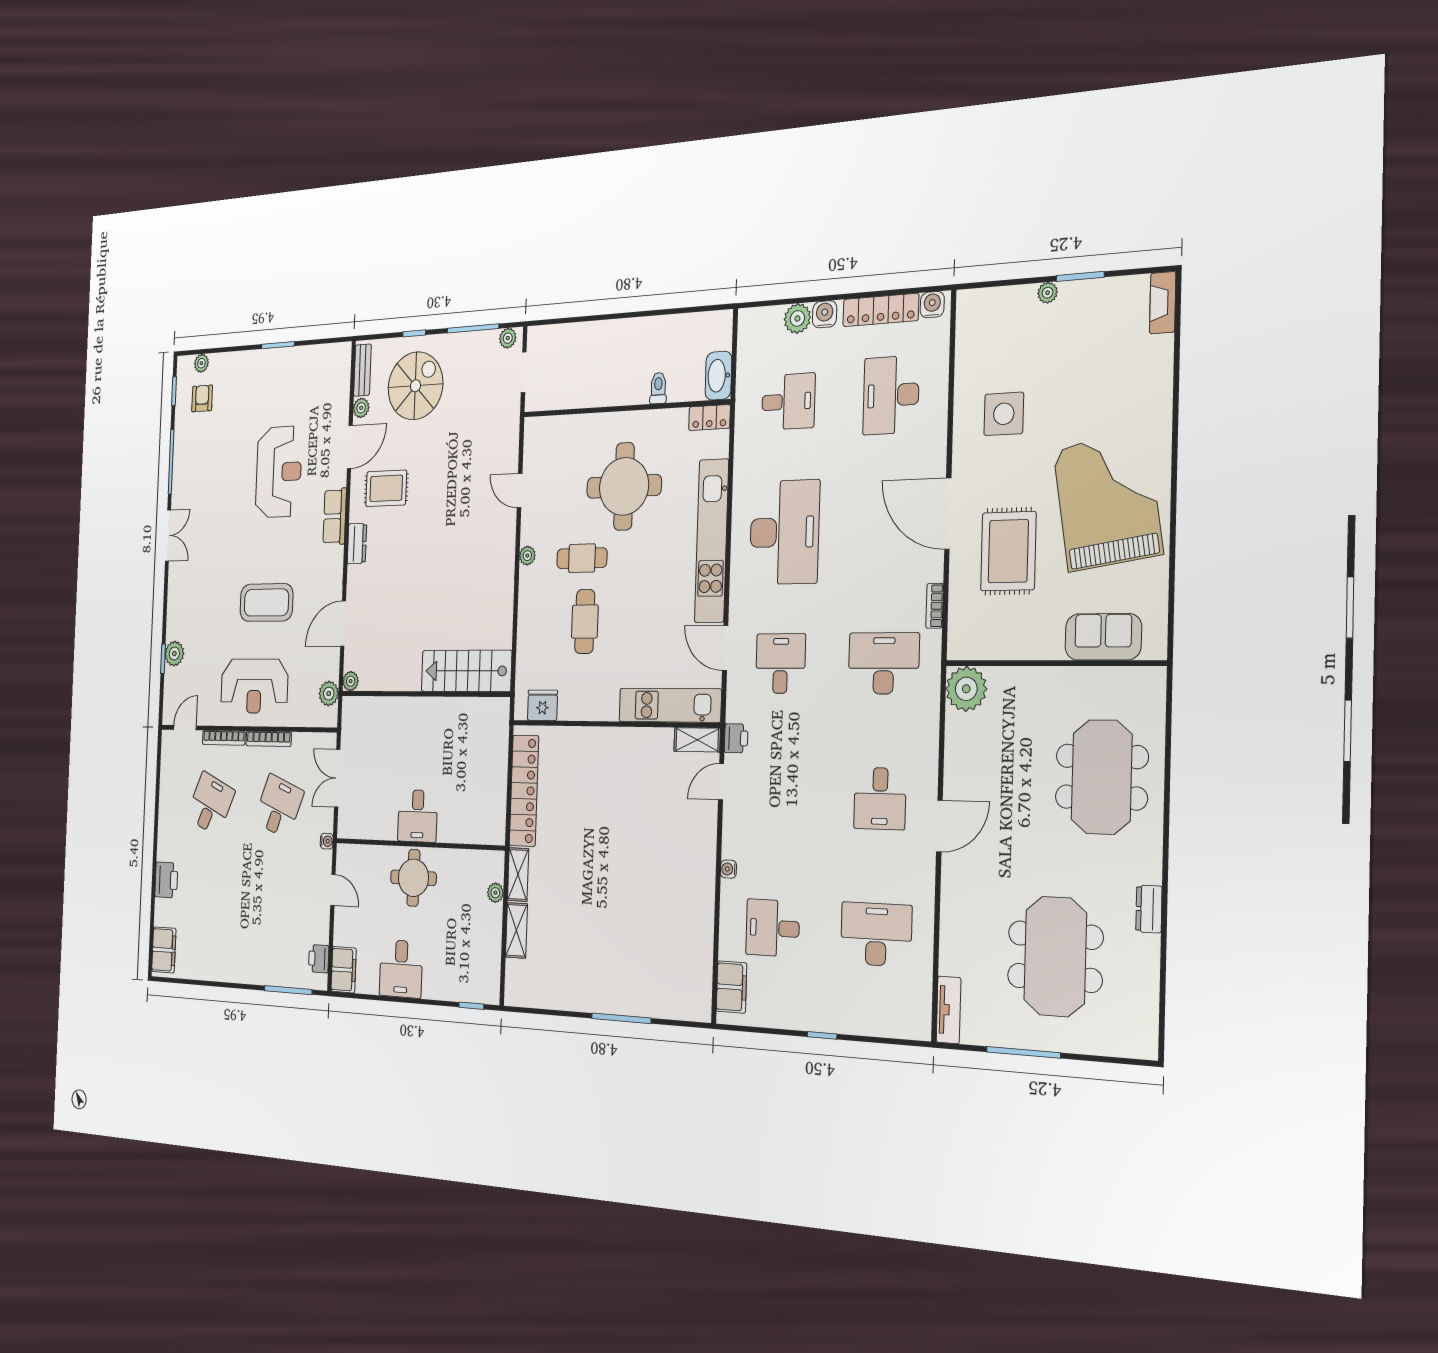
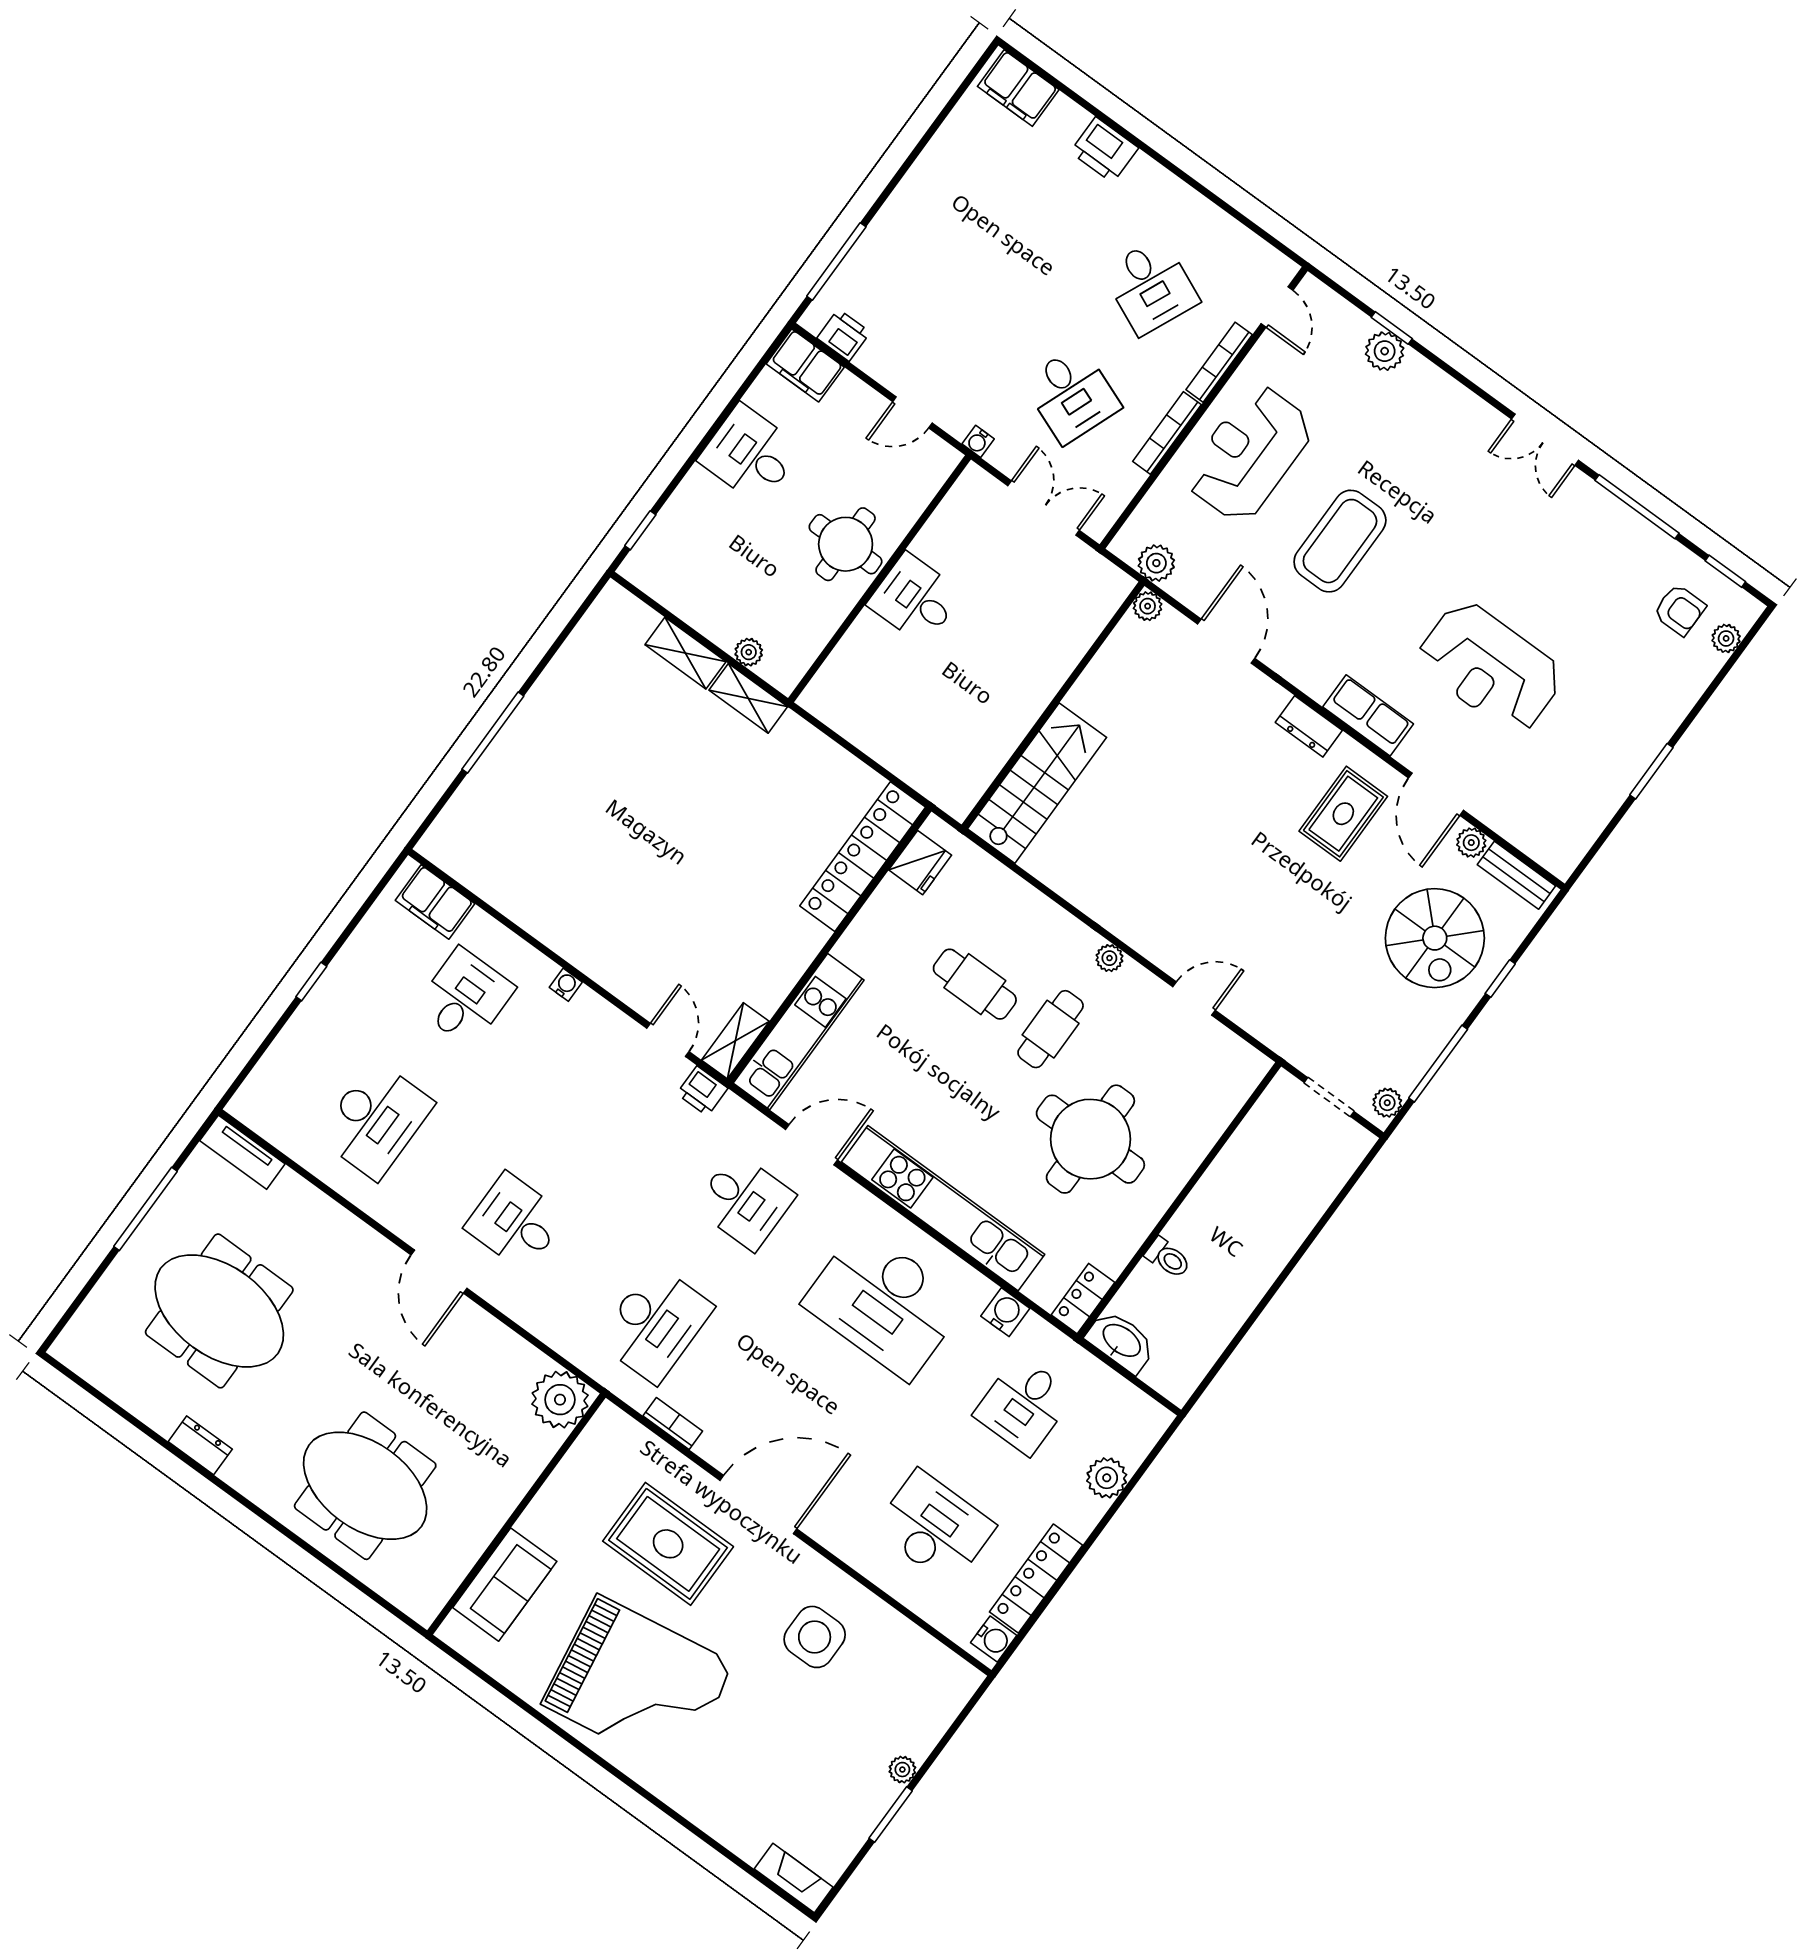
water cooler: (825, 314) -> (1005, 1312), moved, turned -90
locker: (524, 791) -> (863, 857), moved, turned 90

